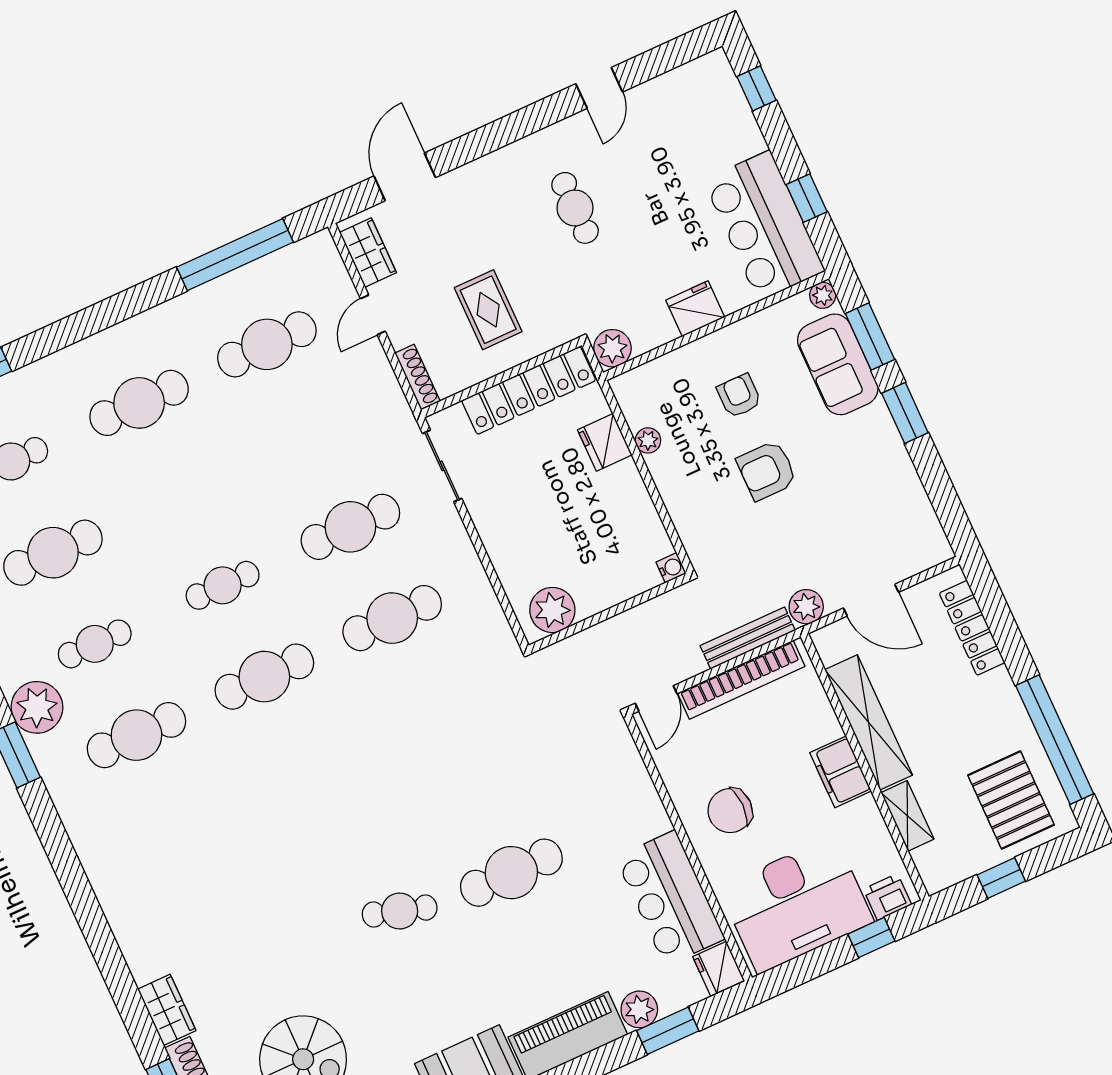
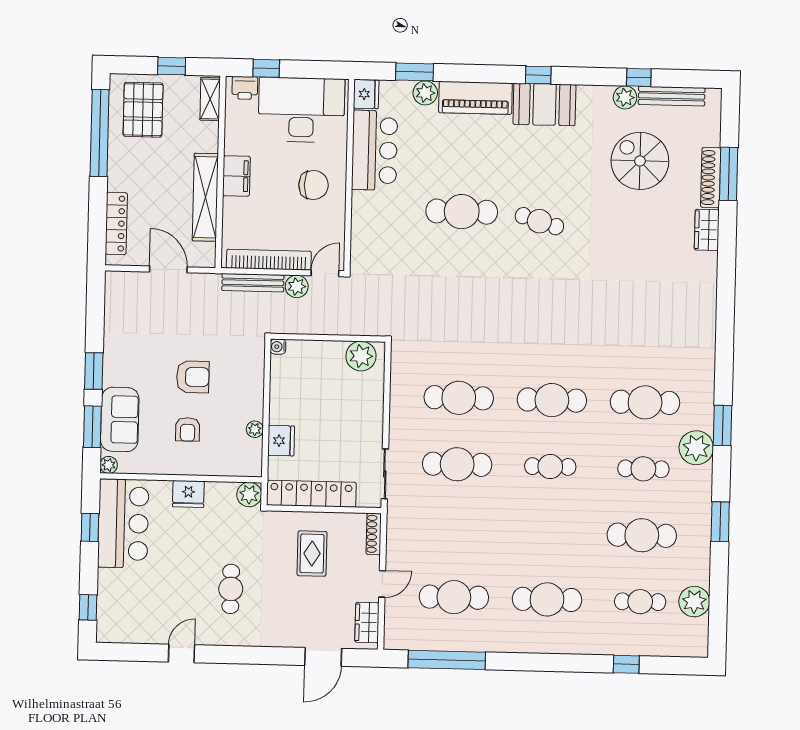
plant: (806, 607) -> (297, 286), moved
shelving: (907, 816) -> (210, 99), moved

